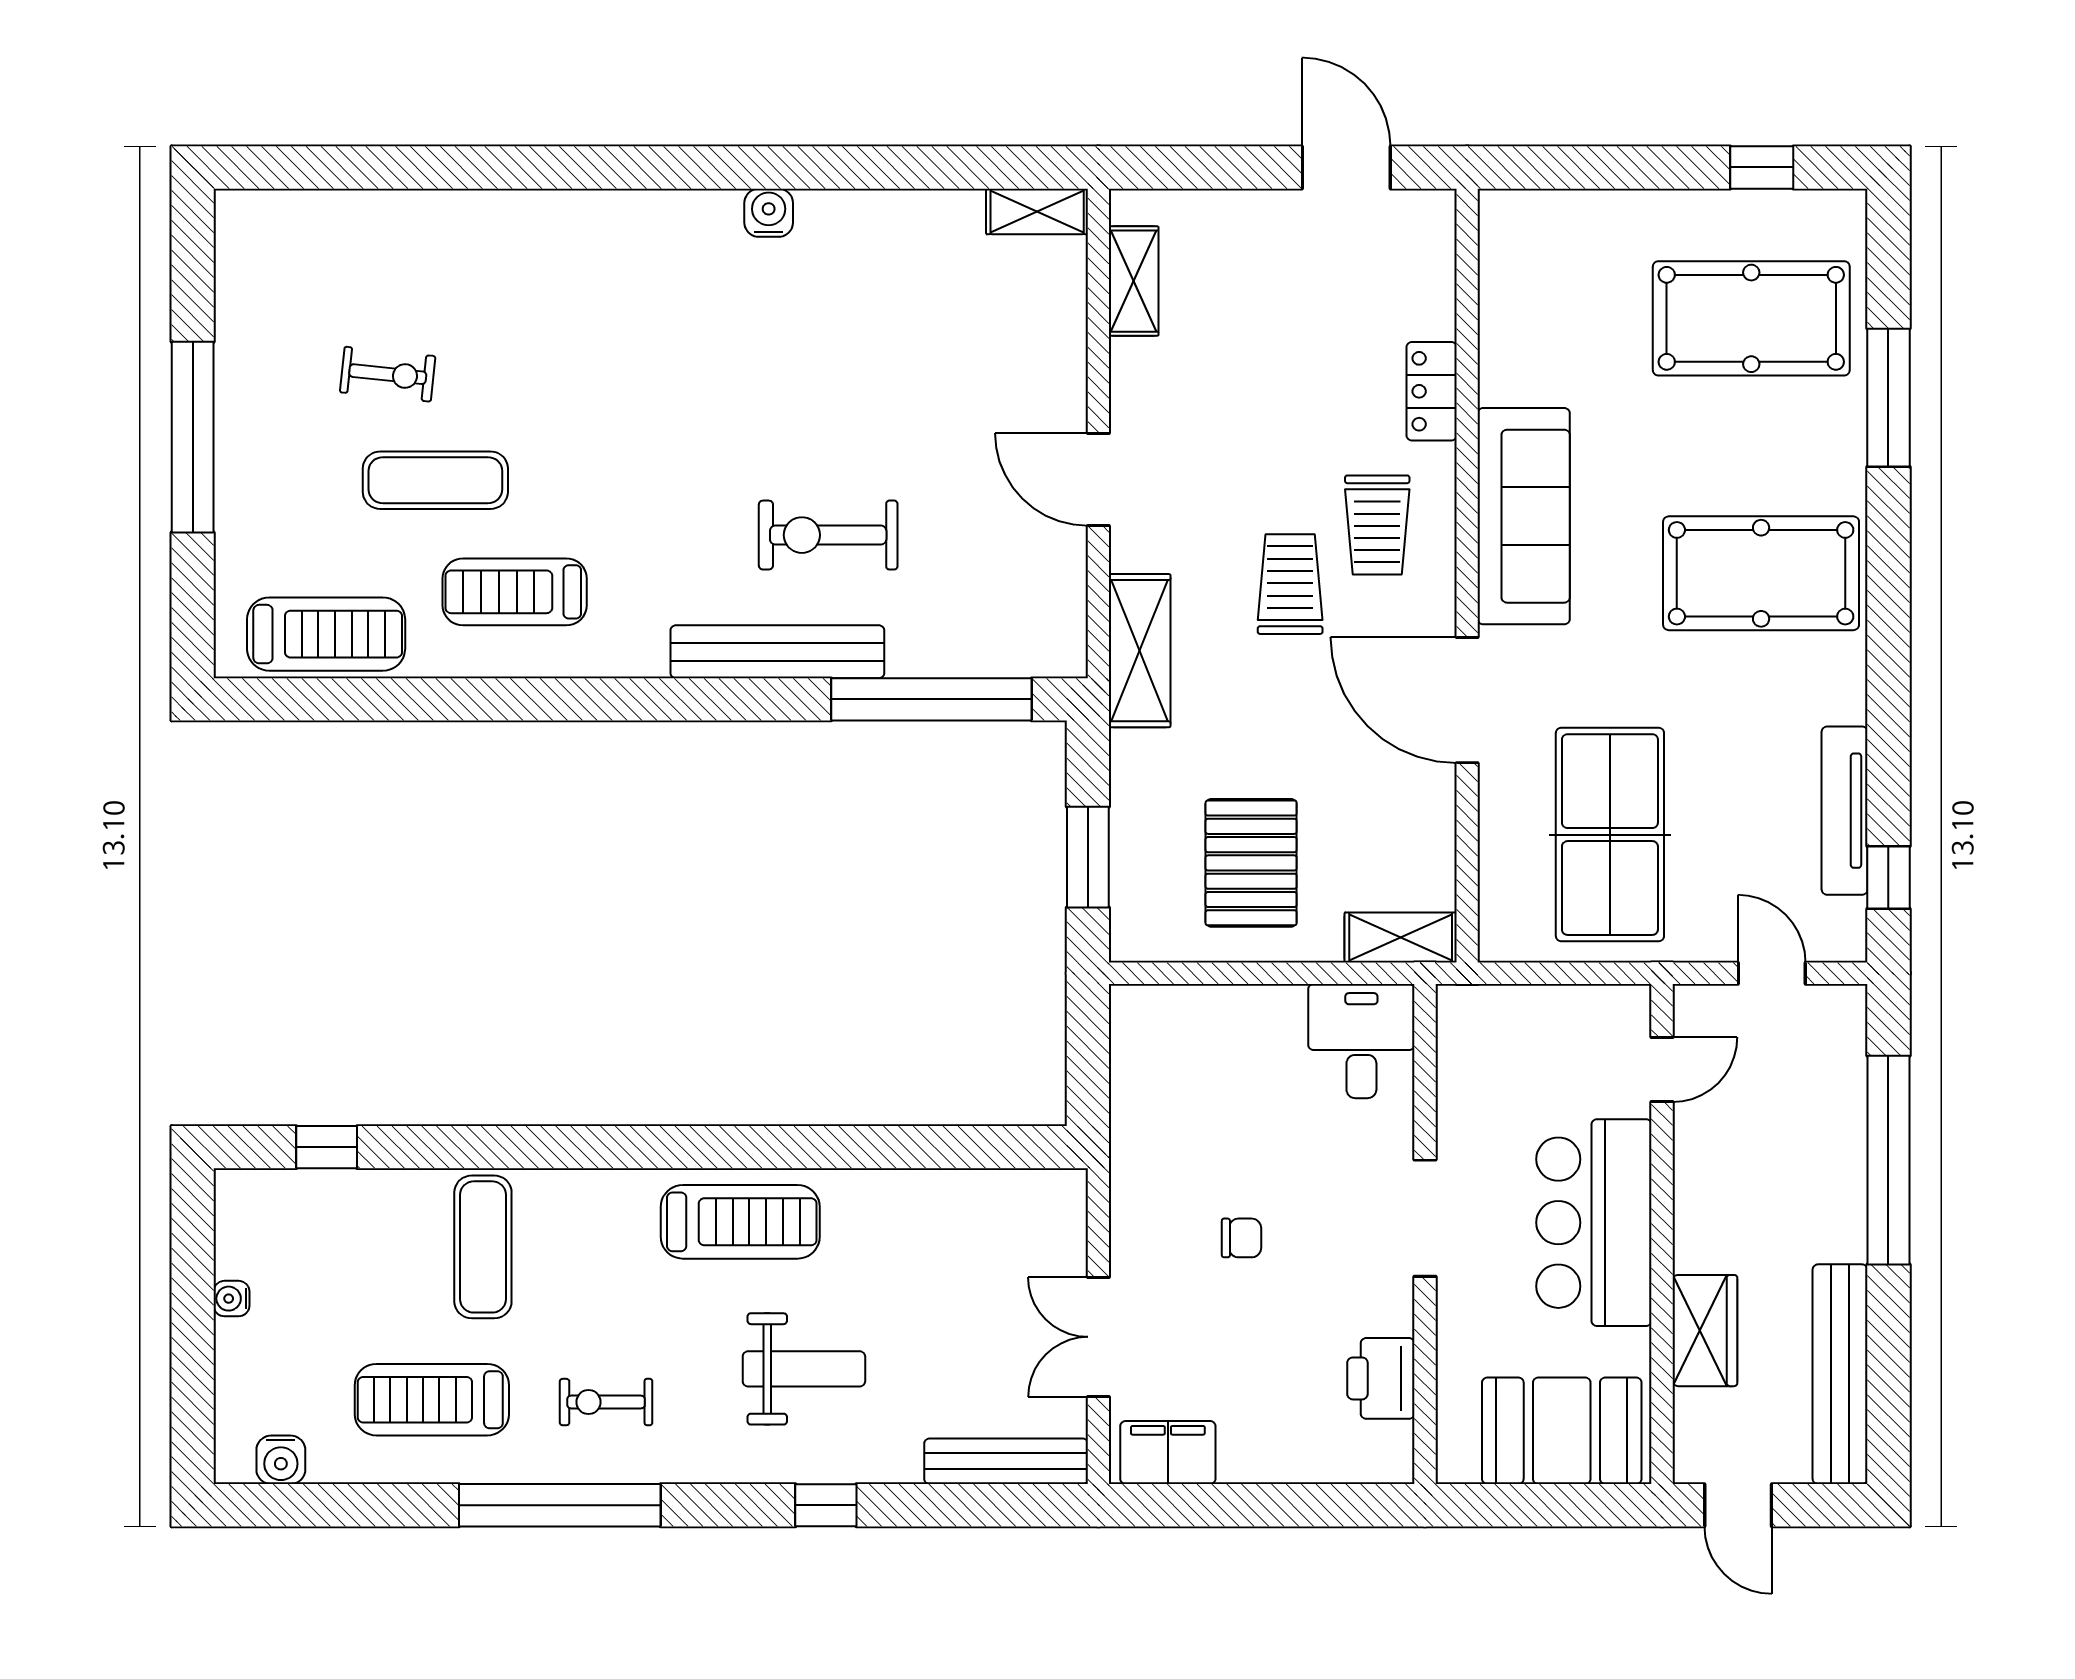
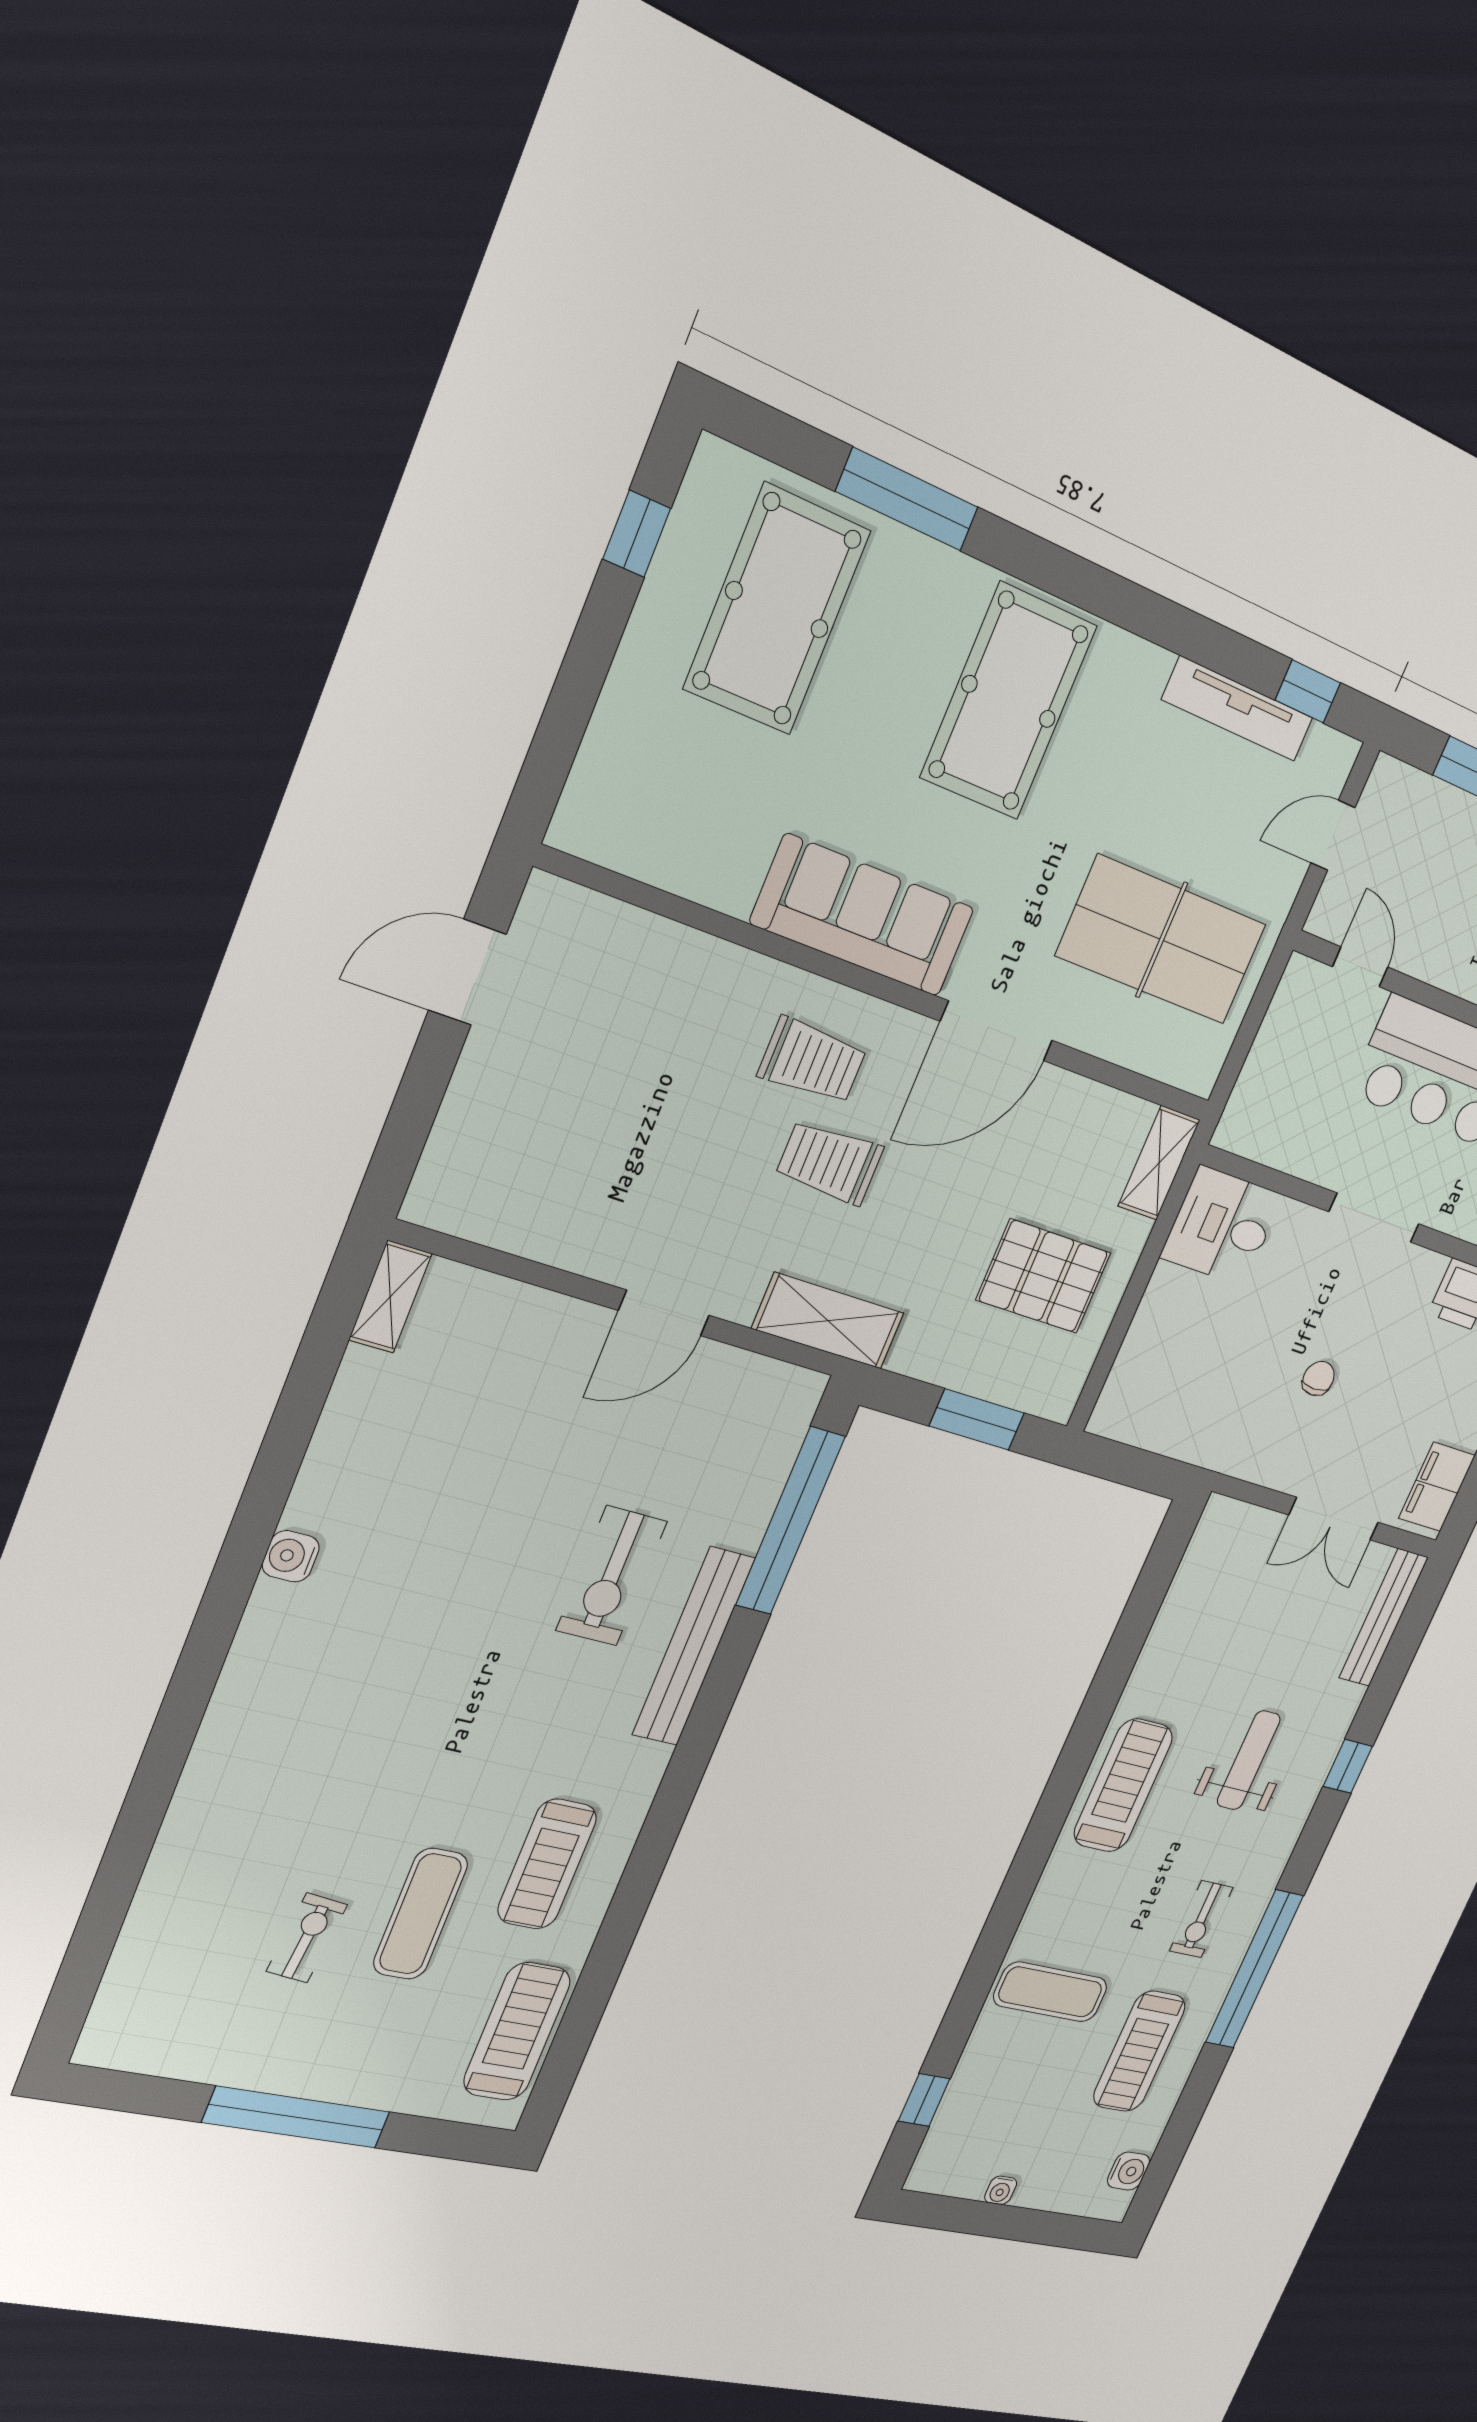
shelving: (1134, 281) -> (495, 1222), removed
locker: (1432, 391) -> (714, 964), removed

